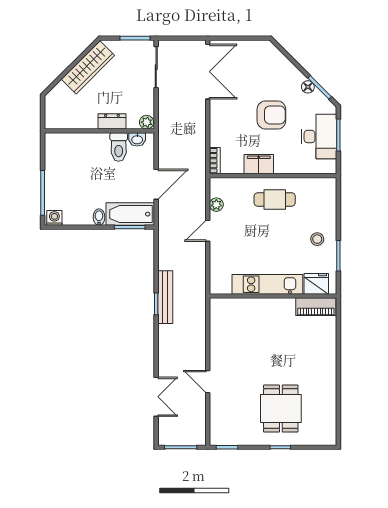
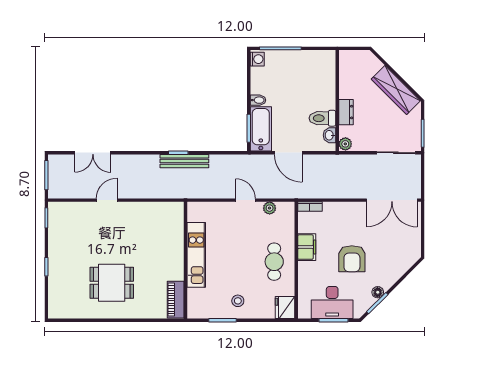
fridge: (316, 284) -> (285, 308), moved, turned 180
dining table: (281, 409) -> (112, 283), moved

